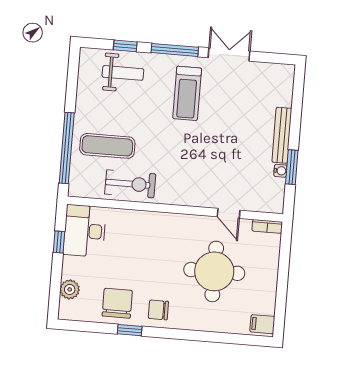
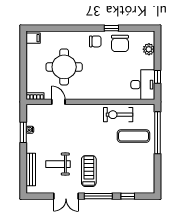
weight bench: (123, 73) -> (58, 164), moved
bench: (282, 135) -> (31, 169), moved

